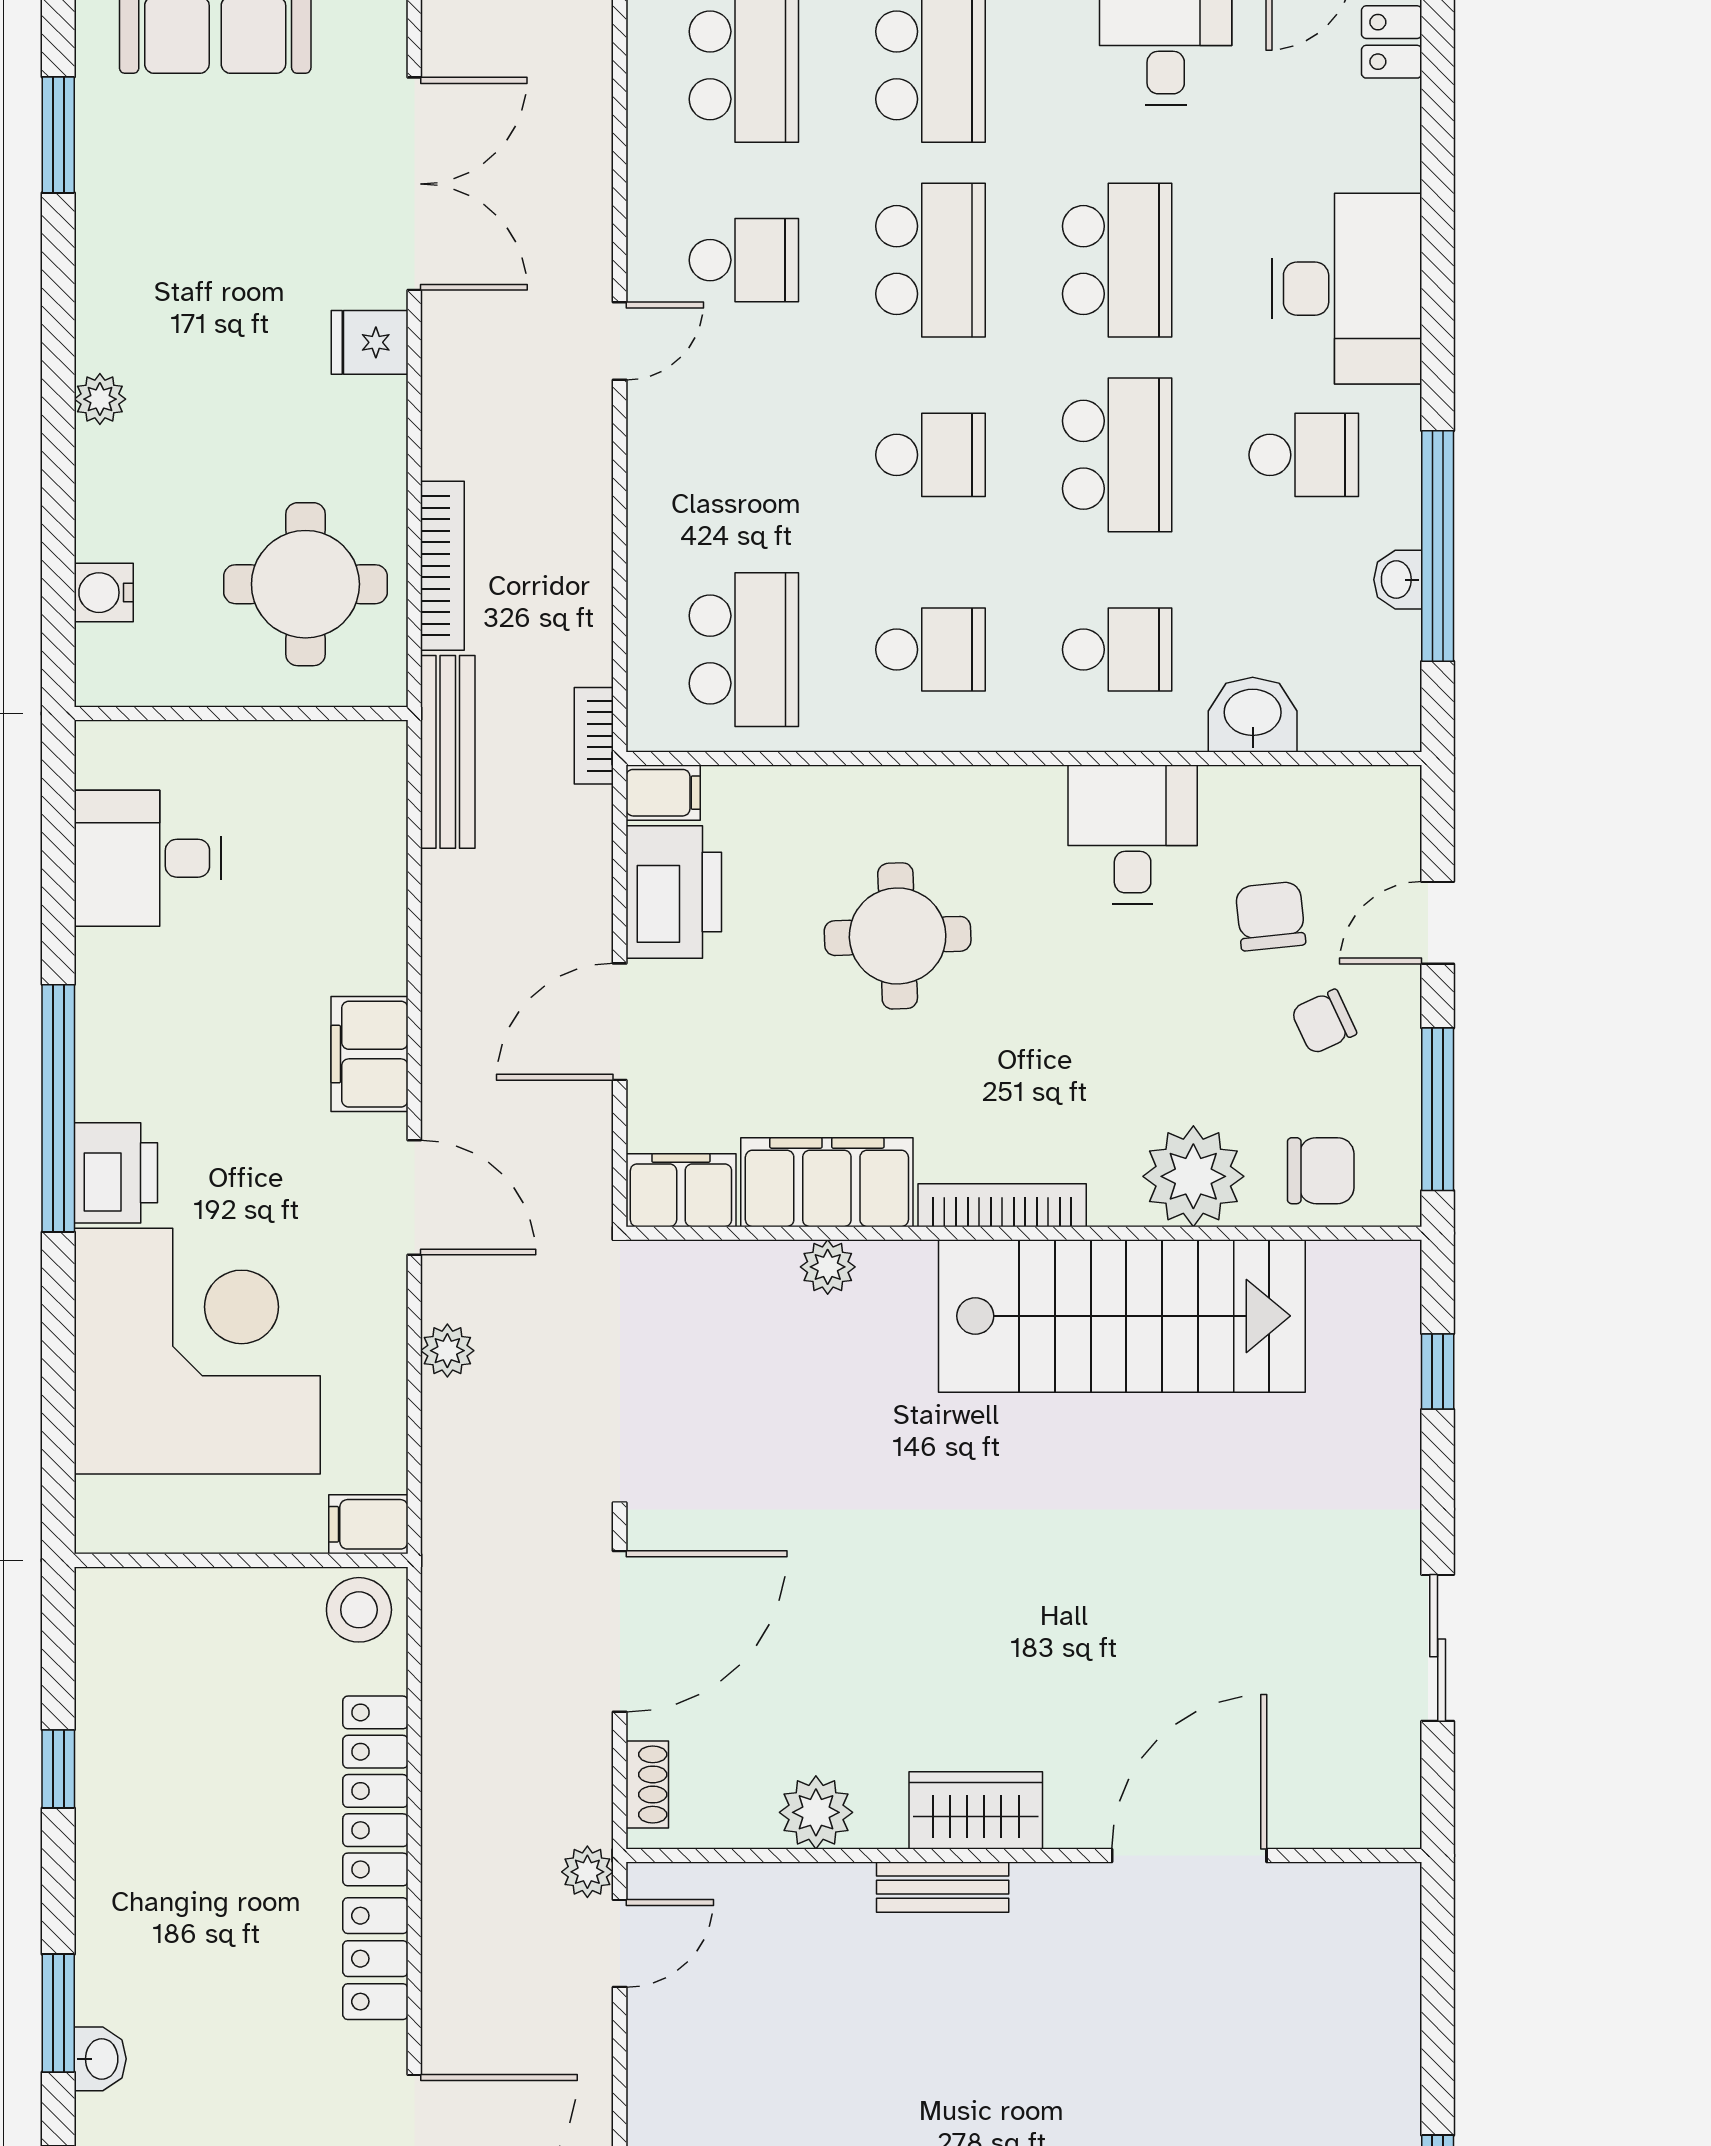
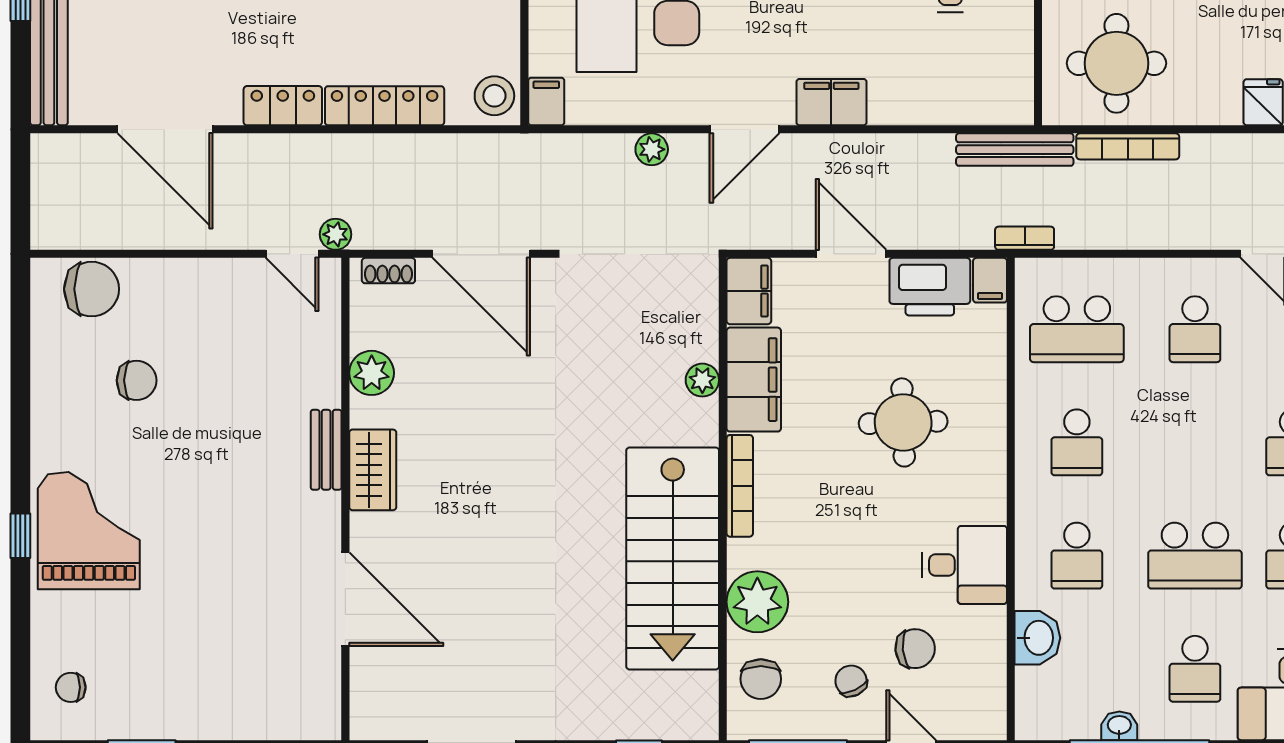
school desk: (930, 455) -> (1195, 329), moved

